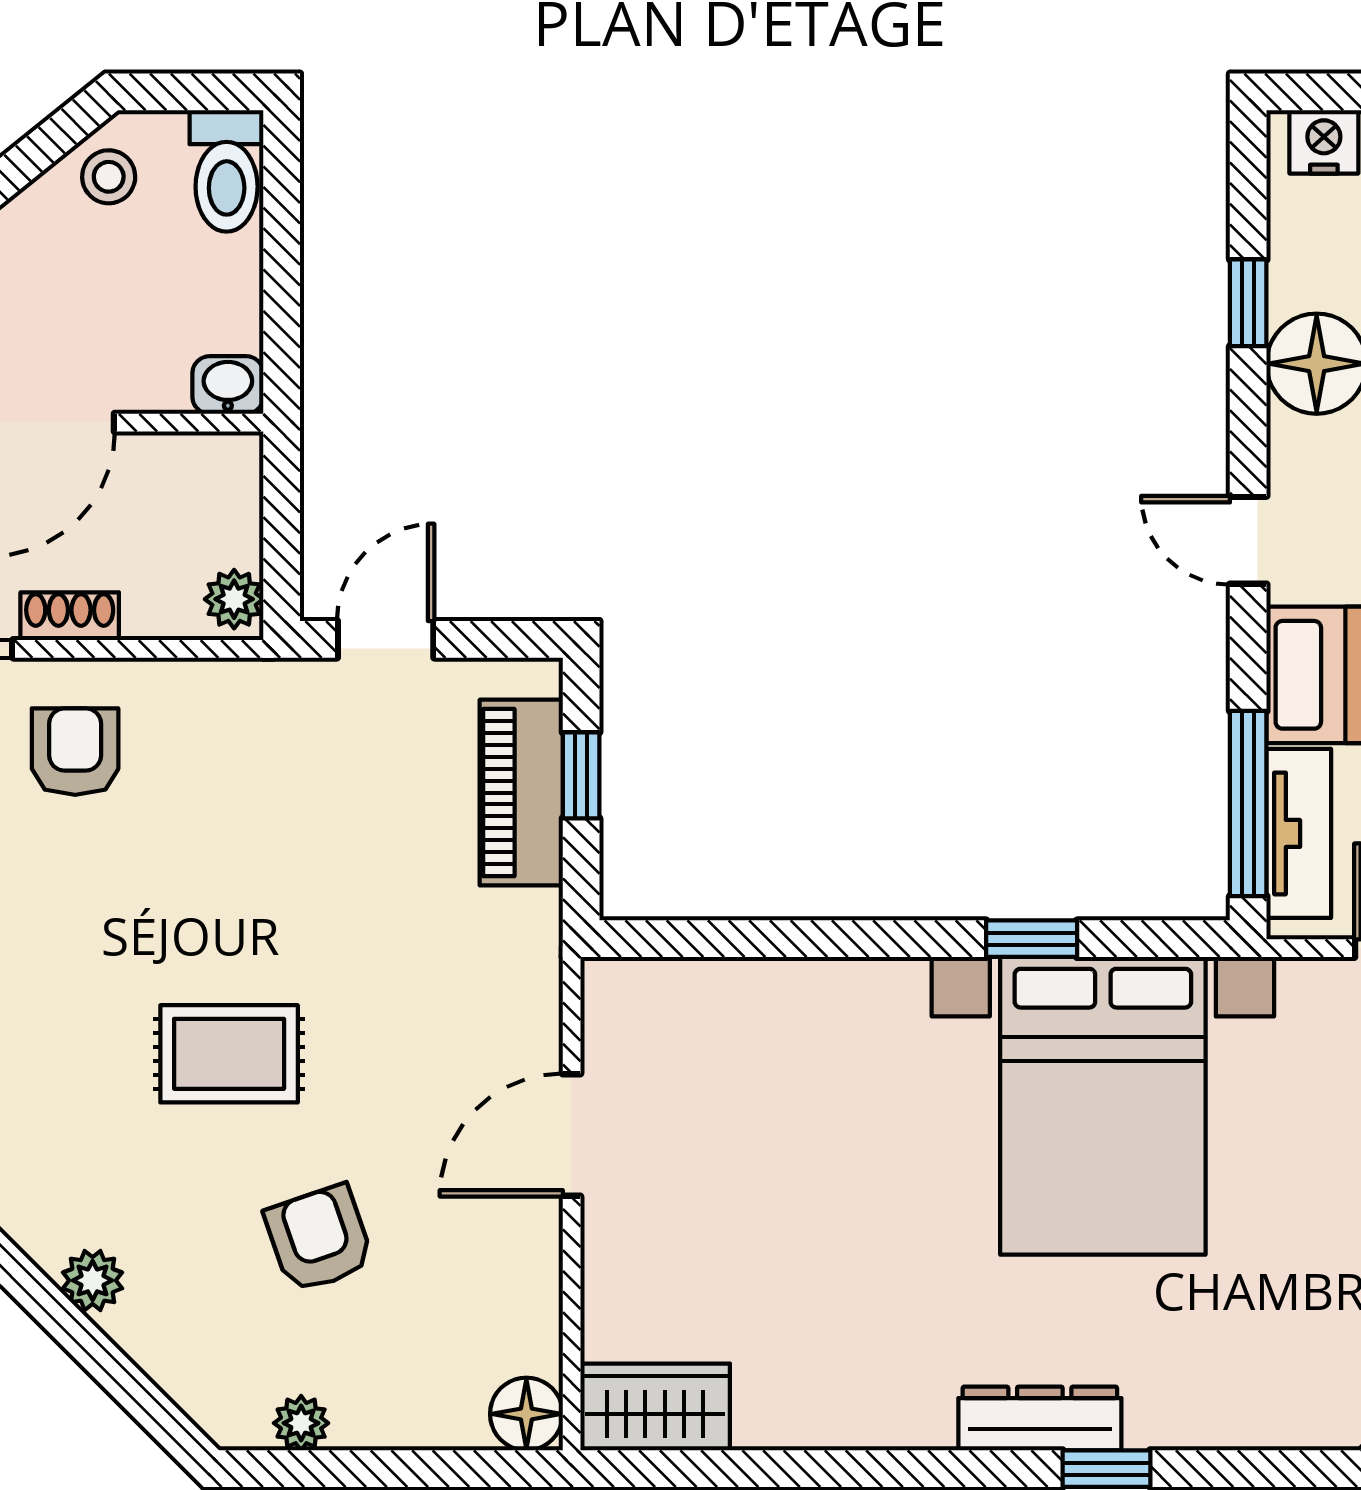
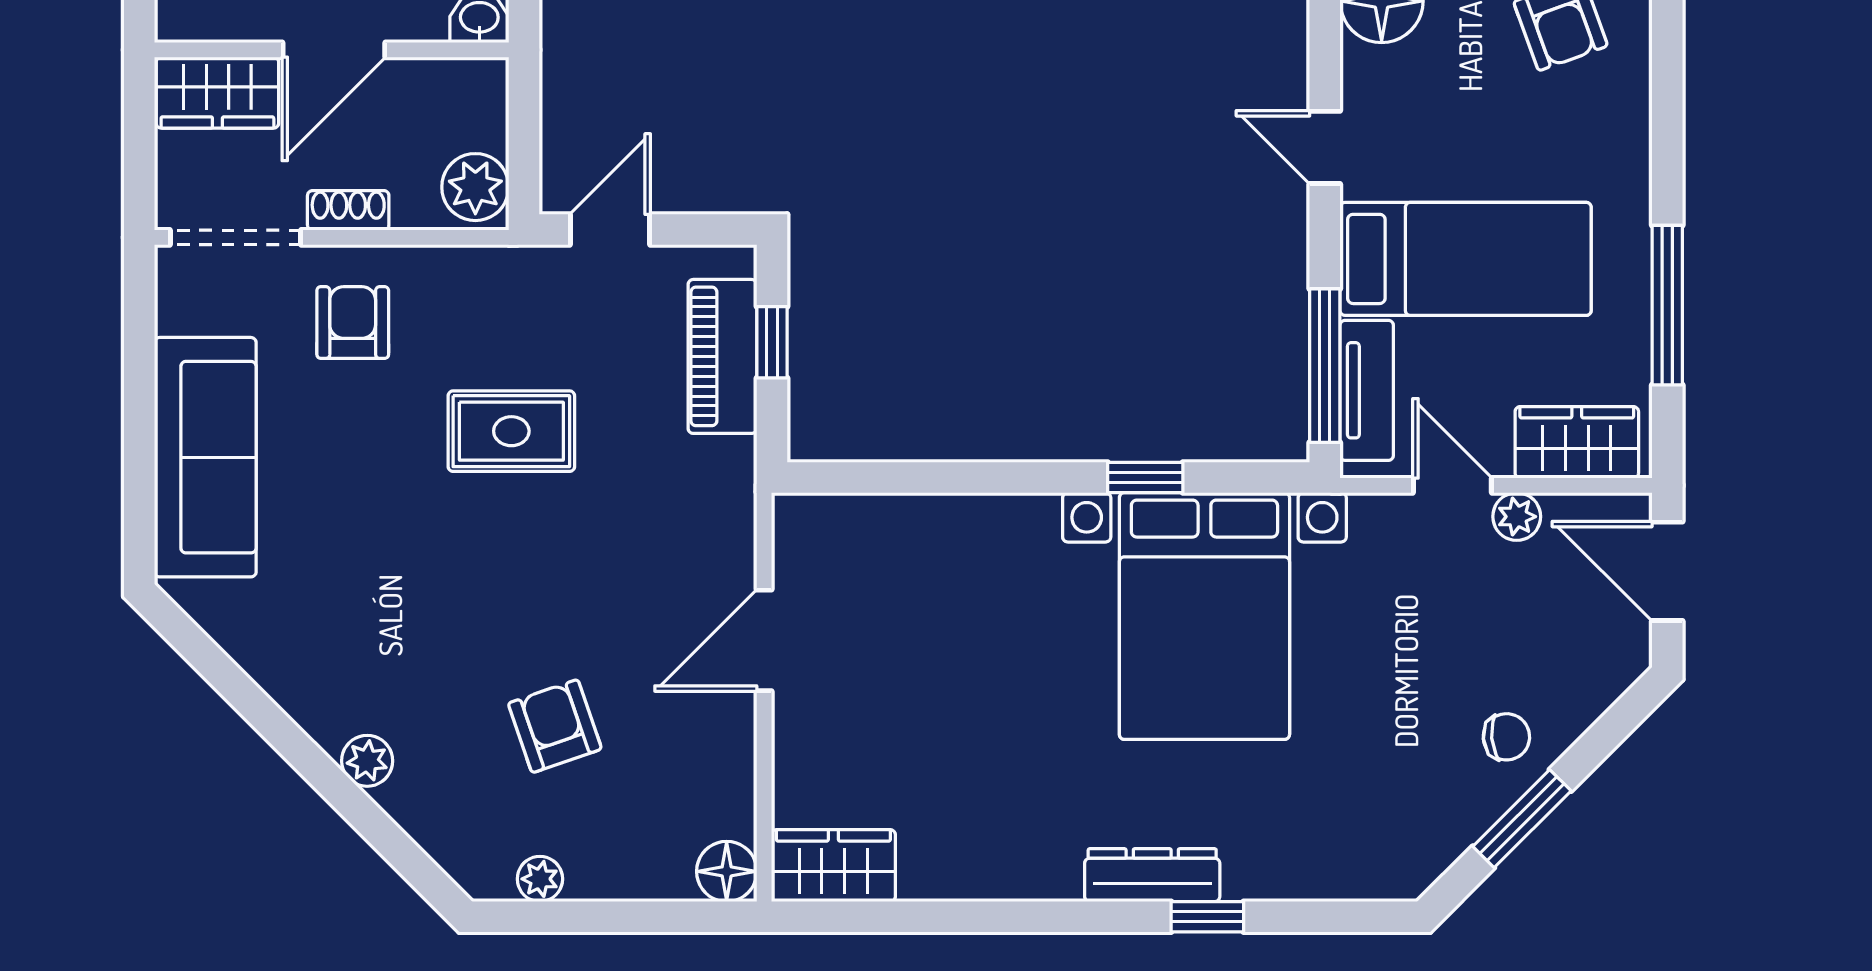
plant: (234, 599) -> (475, 187), width x1.38, depth x1.38
rug: (229, 1054) -> (511, 431), moved

